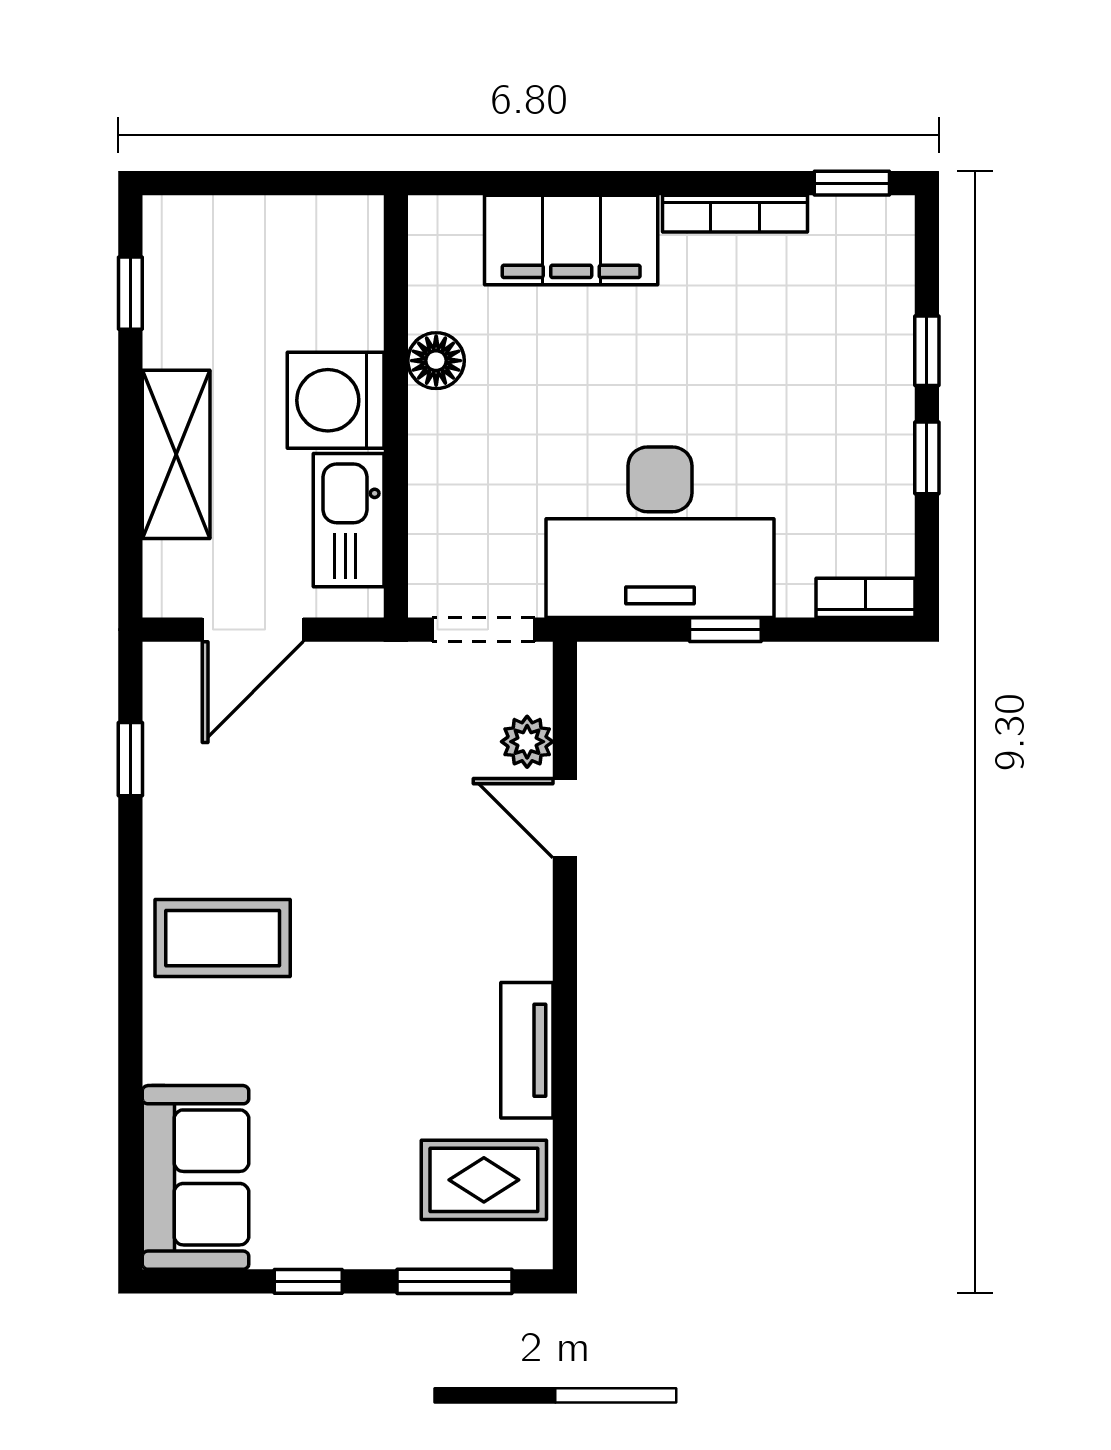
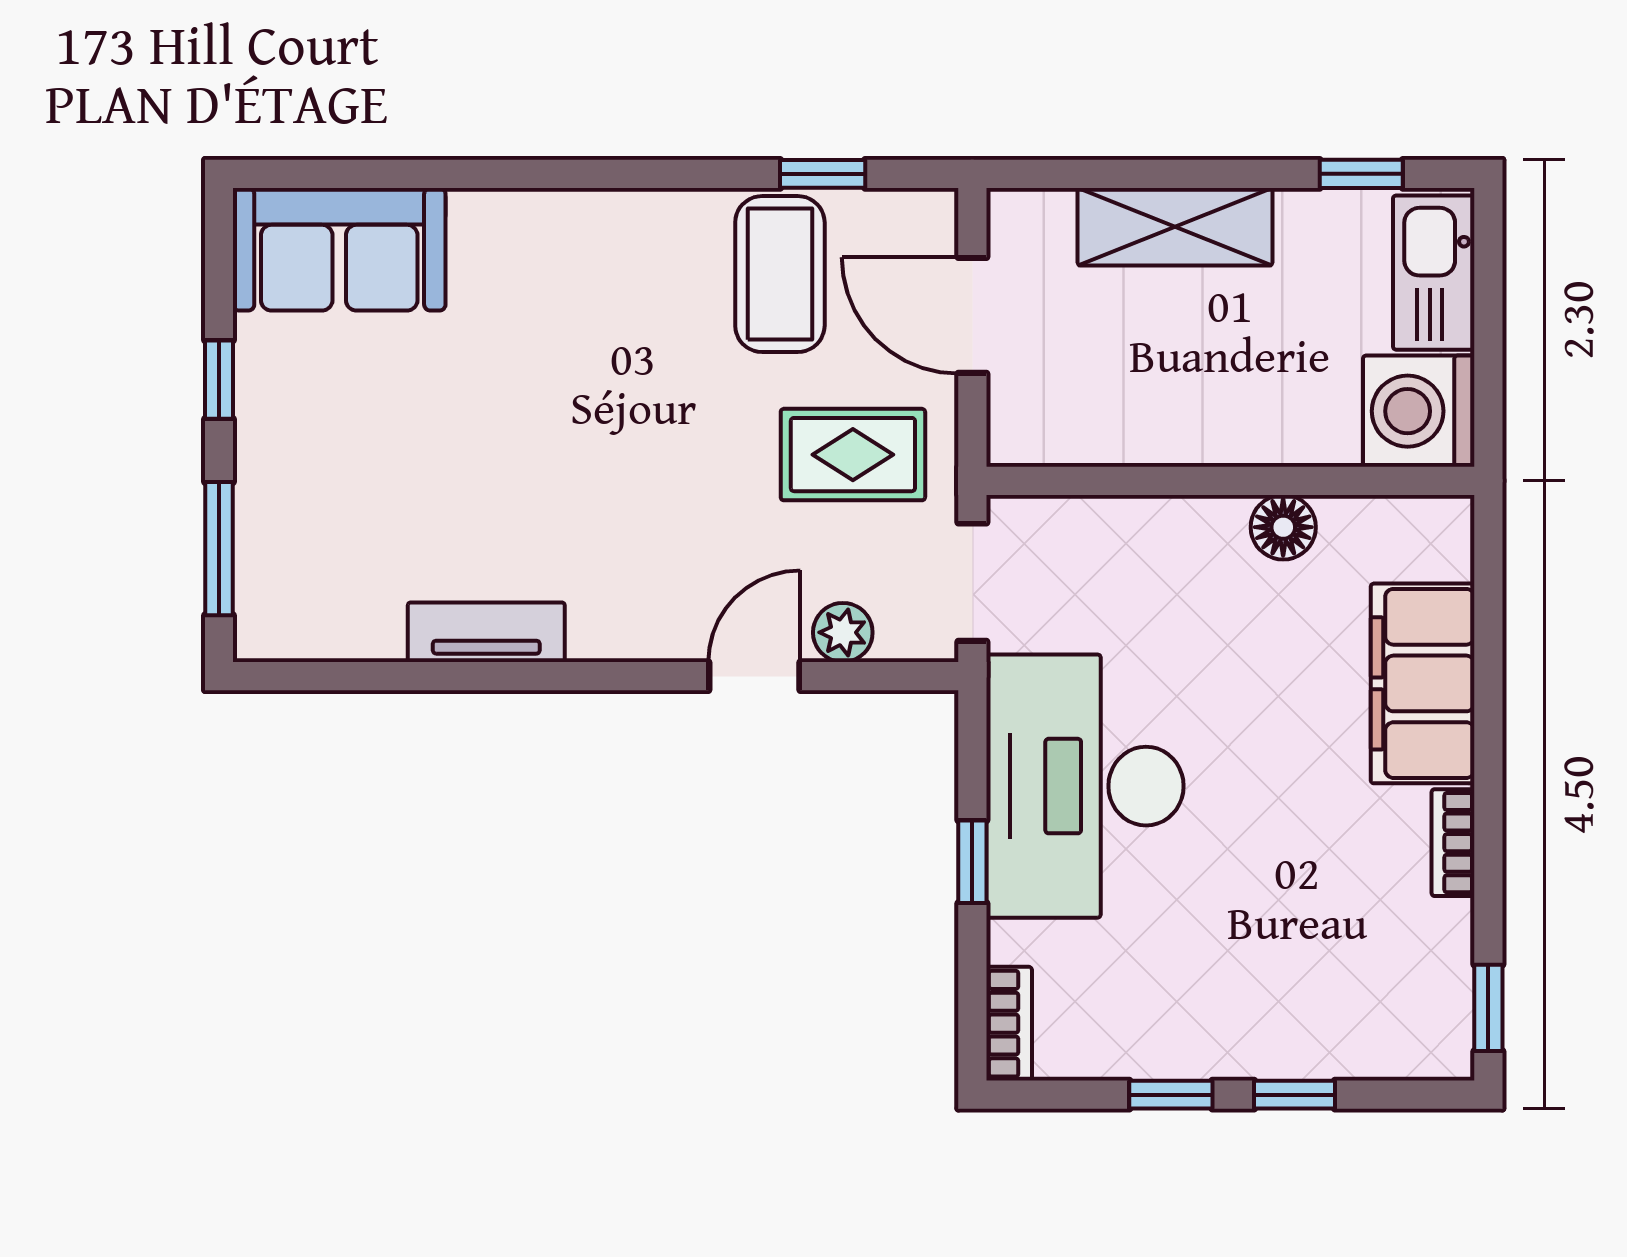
bookcase: (735, 214) -> (1453, 843), width x0.64
washing machine: (336, 400) -> (1419, 411), moved, turned -90
kitchen sink: (349, 520) -> (1434, 273), moved, turned -90
coffee table: (223, 938) -> (780, 274), moved
rug: (484, 1180) -> (853, 455), moved, turned 90

